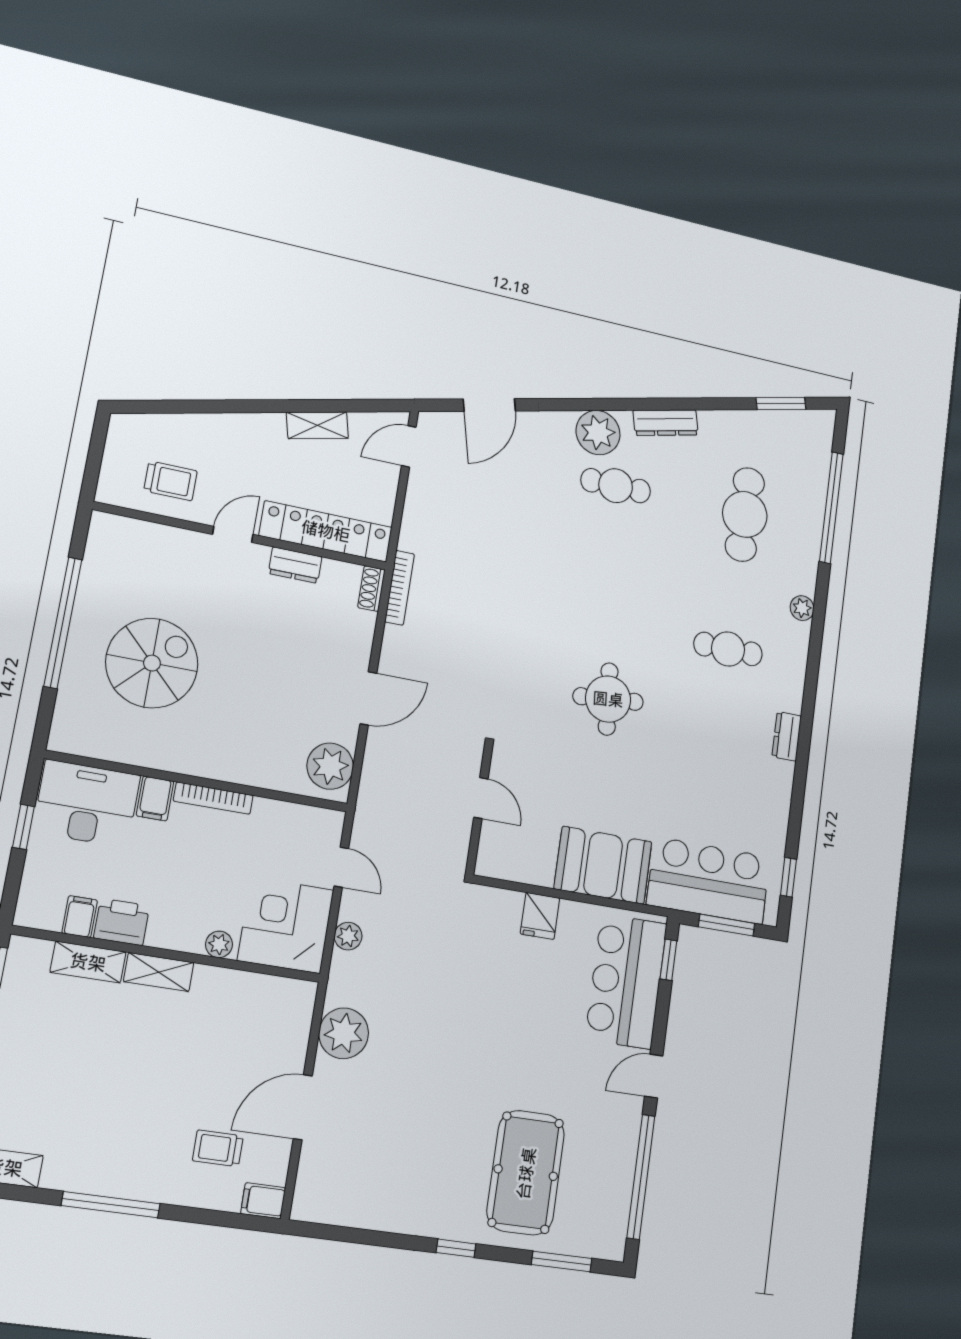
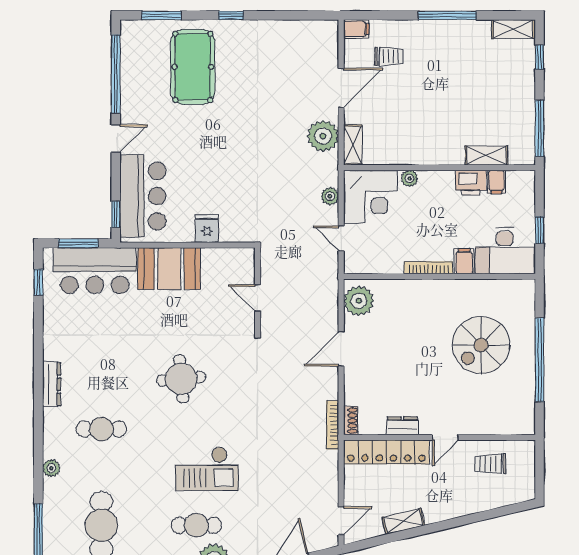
checkout: (590, 562) -> (207, 469), added
dresser: (787, 736) -> (52, 384), width x1.44
shelving: (159, 972) -> (353, 145), moved, turned 90

